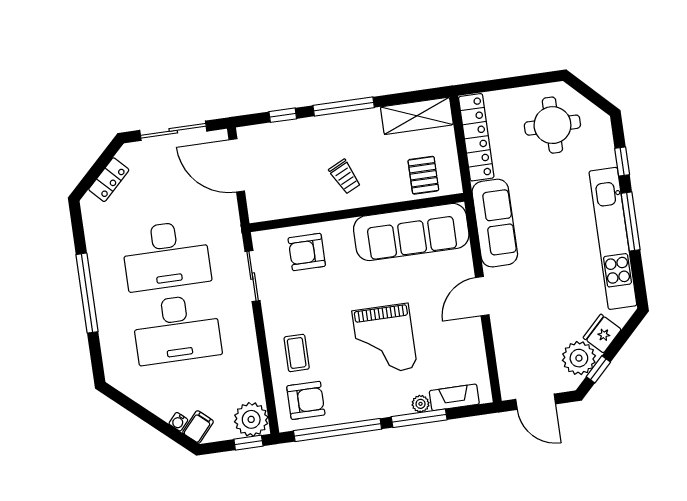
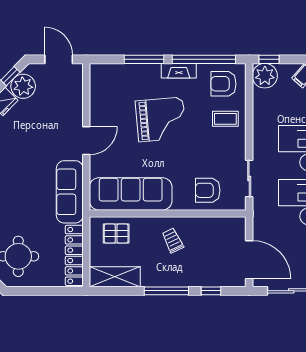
pallet: (423, 175) -> (116, 233), turned 90
armchair: (307, 252) -> (208, 190), turned 180
grand piano: (385, 340) -> (161, 119), turned 85
coffee table: (297, 353) -> (225, 119), turned 90
fireplace: (454, 397) -> (179, 71), moved
plant: (421, 404) -> (142, 70), removed

